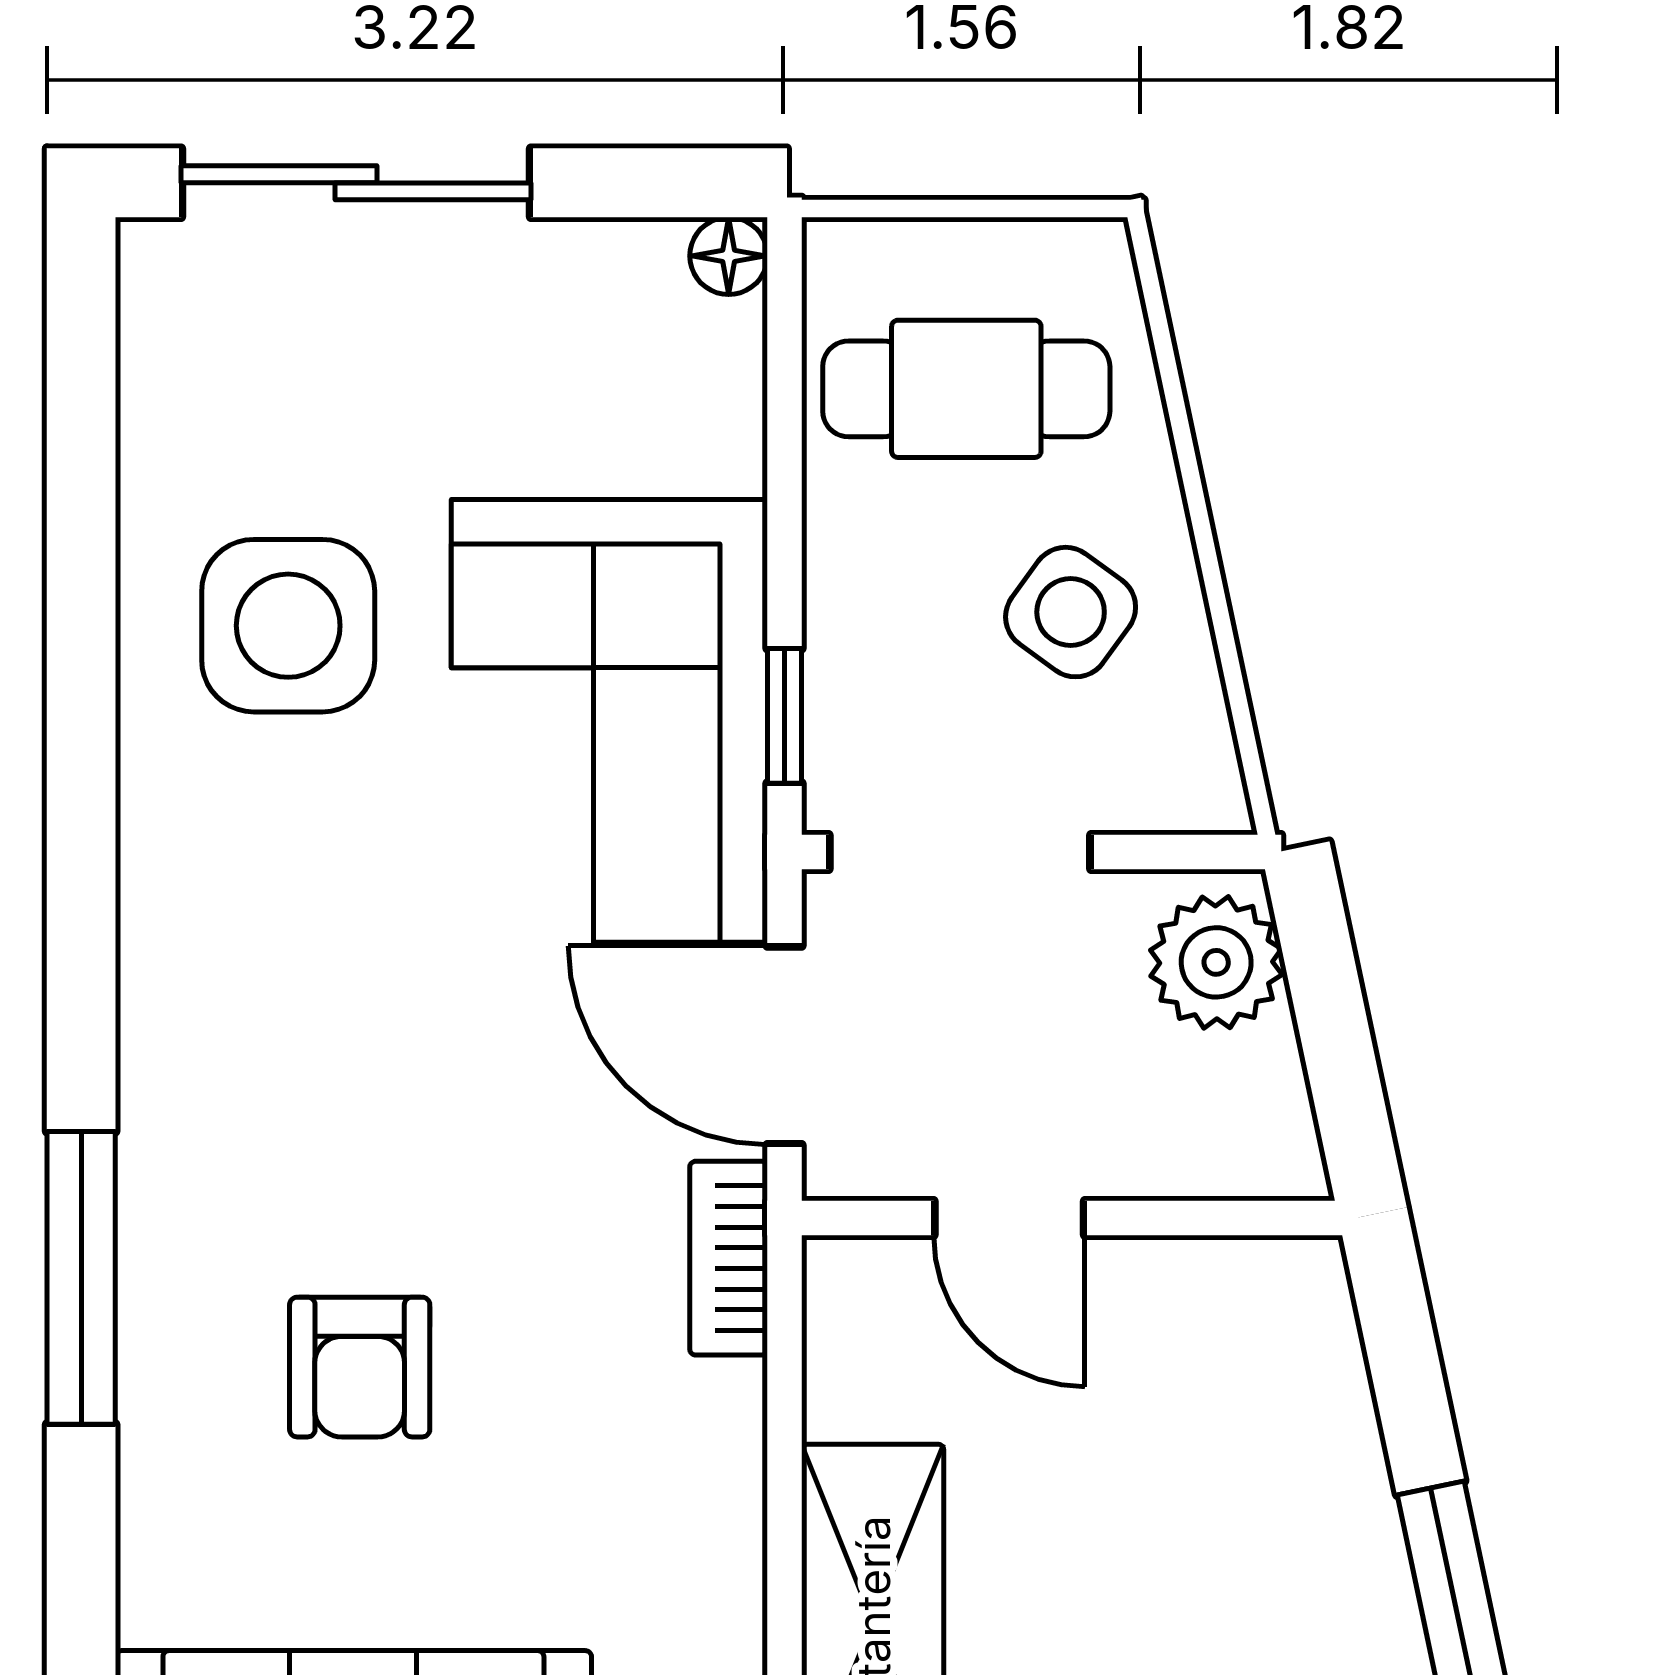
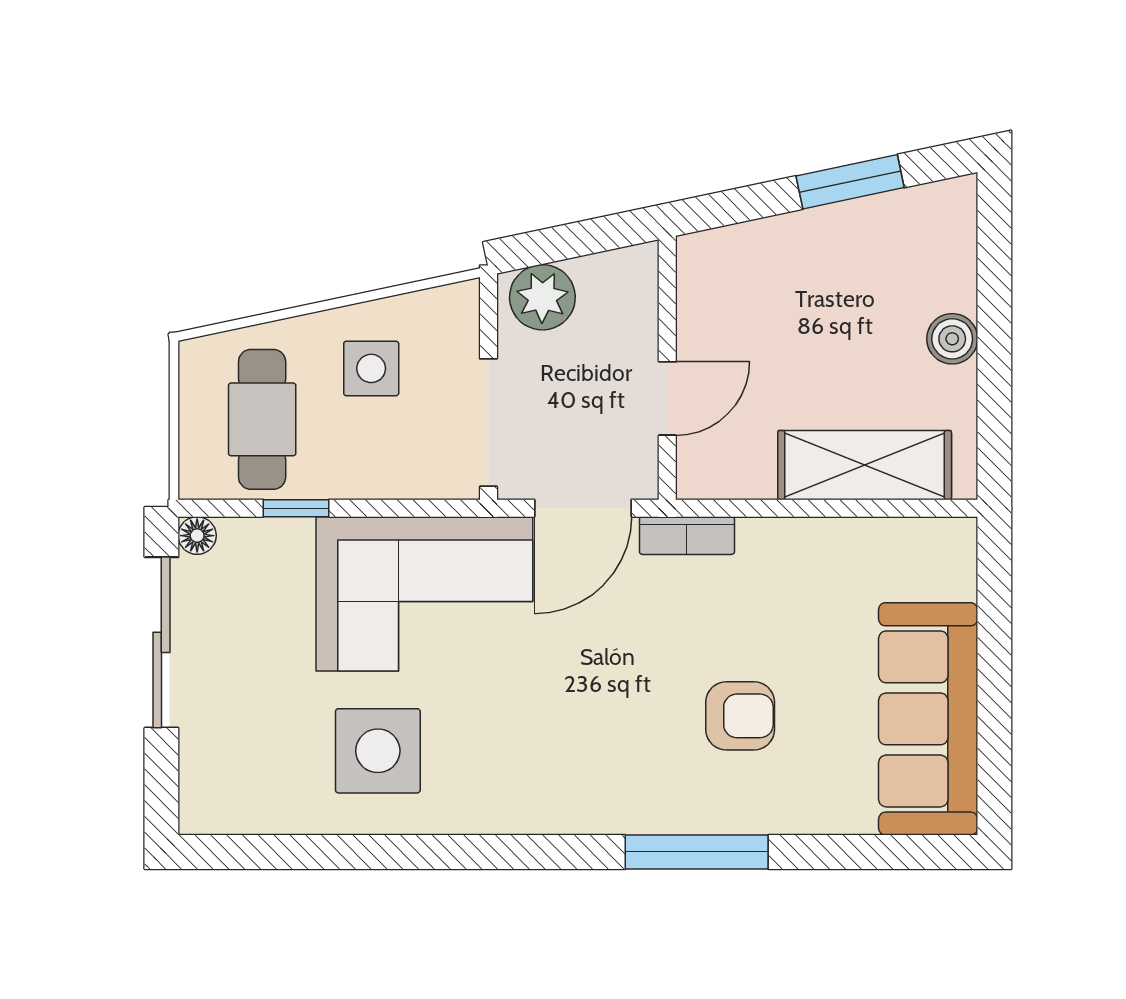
sliding door: (356, 183) -> (161, 642), moved
side table: (1071, 612) -> (371, 368), turned -36
window: (785, 716) -> (296, 508), moved

